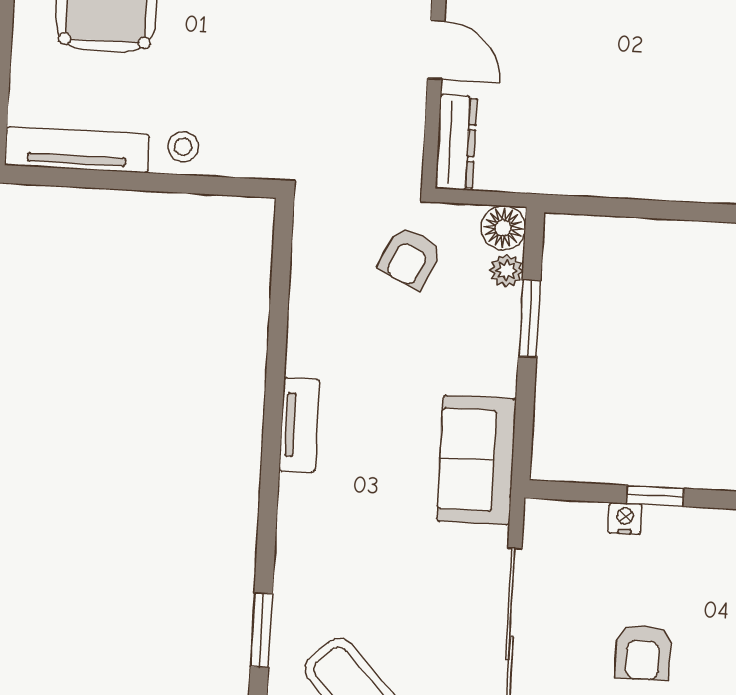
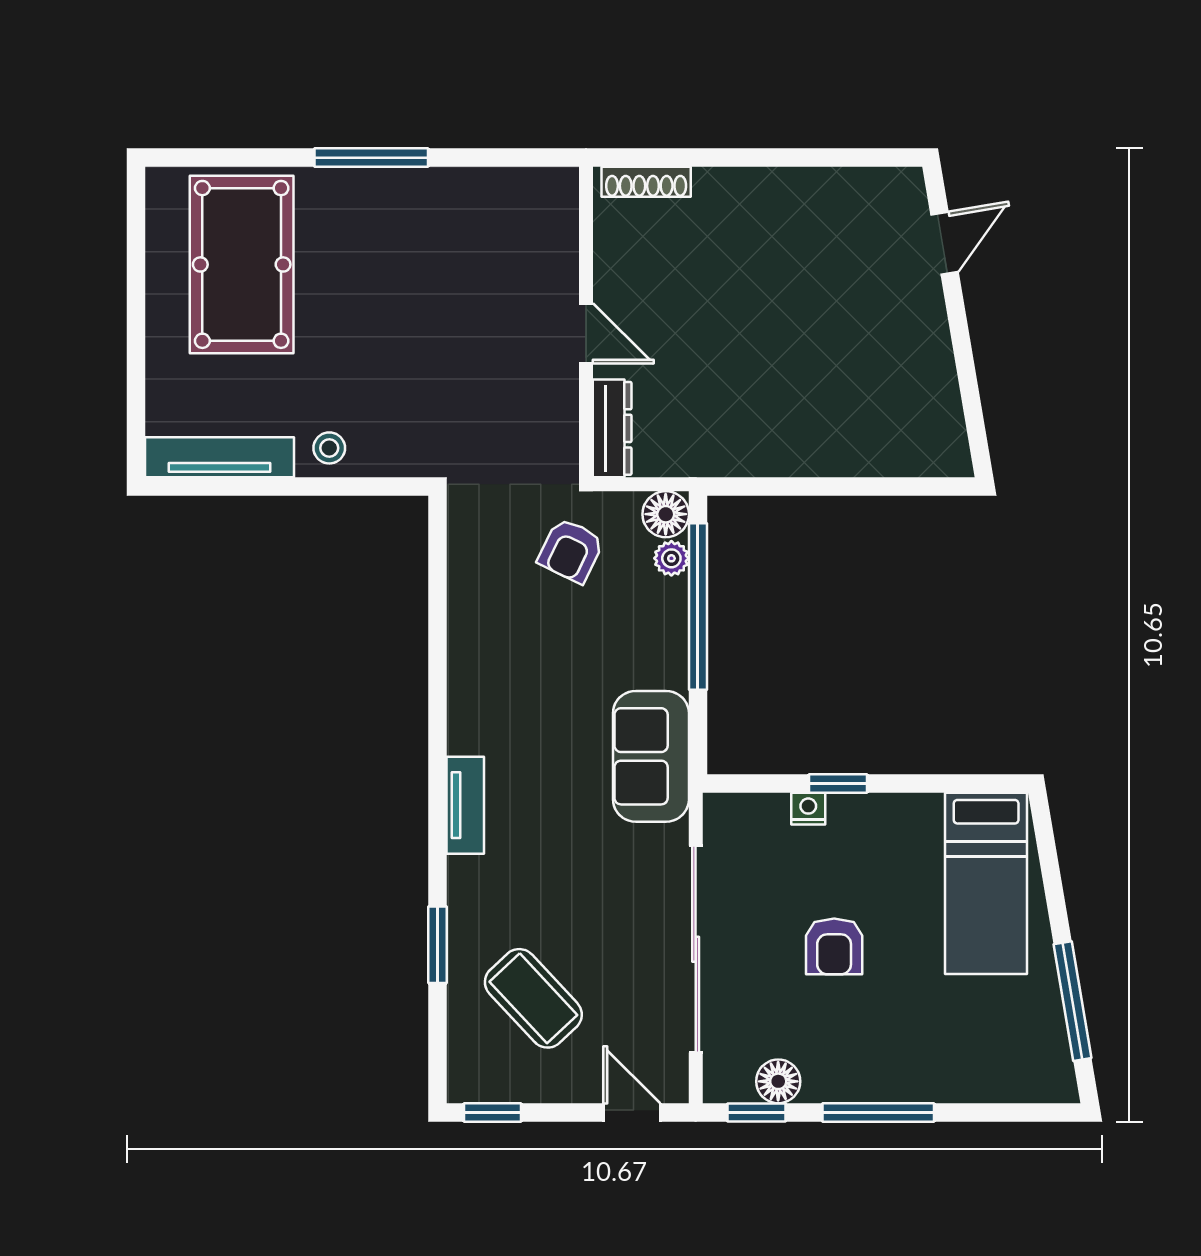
window: (530, 318) -> (698, 607), width x2.11
tv unit: (299, 425) -> (465, 805), moved

